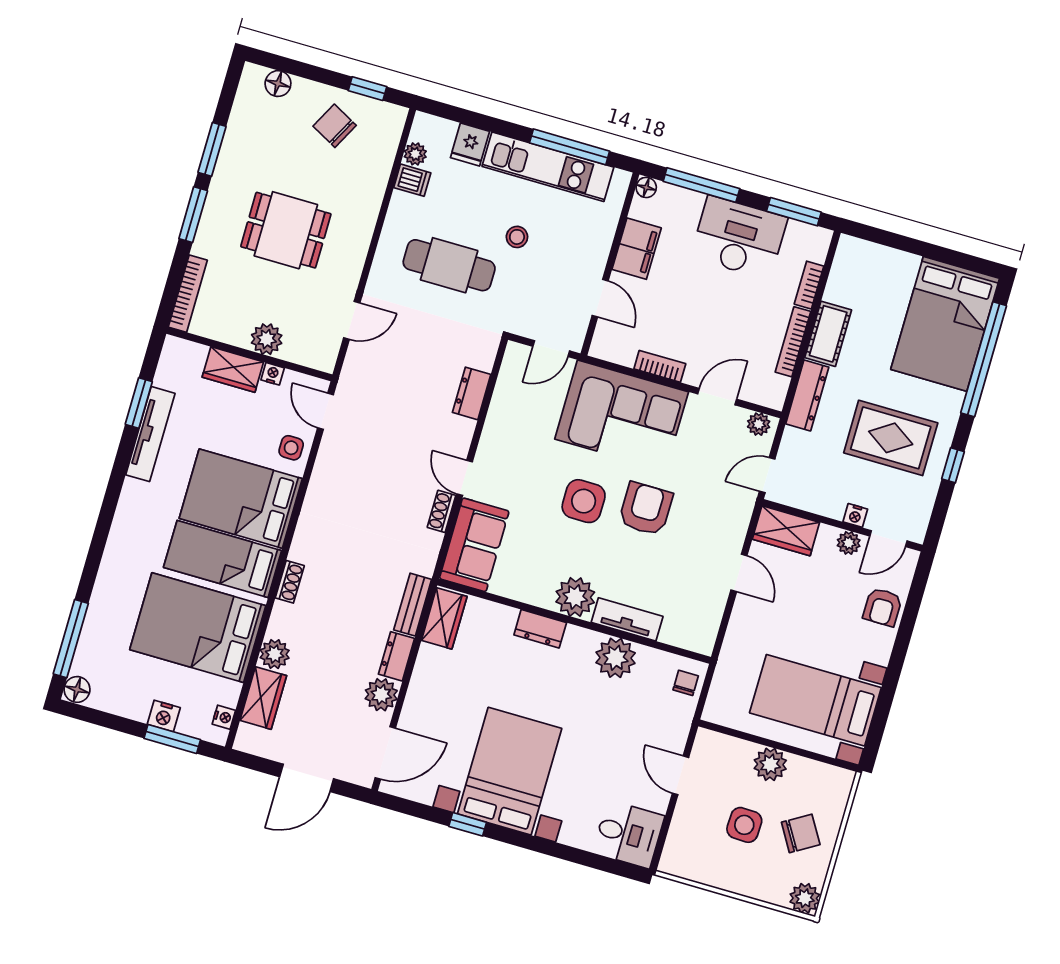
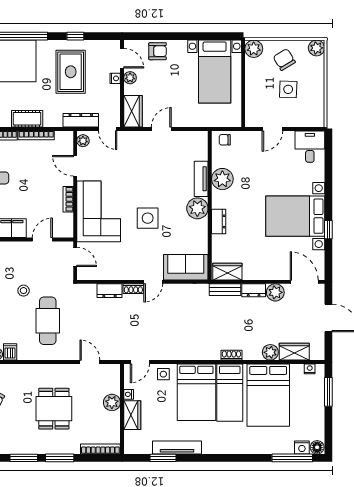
dresser: (807, 395) -> (81, 120), moved
armchair: (646, 509) -> (142, 186), removed
shoe rack: (442, 511) -> (133, 289), moved
nightstand: (164, 716) -> (302, 447), moved, turned 90
plant: (770, 764) -> (254, 49), moved

